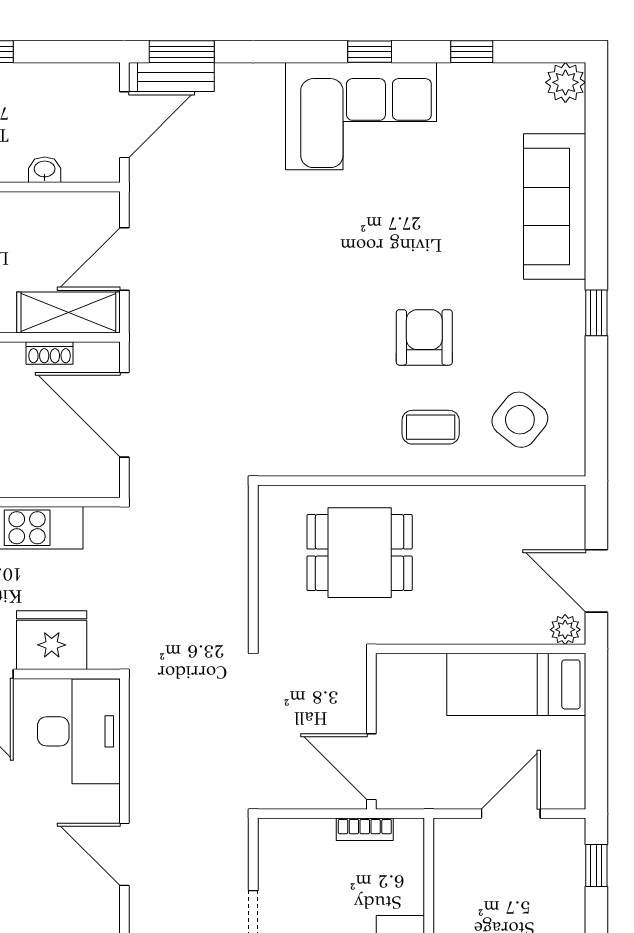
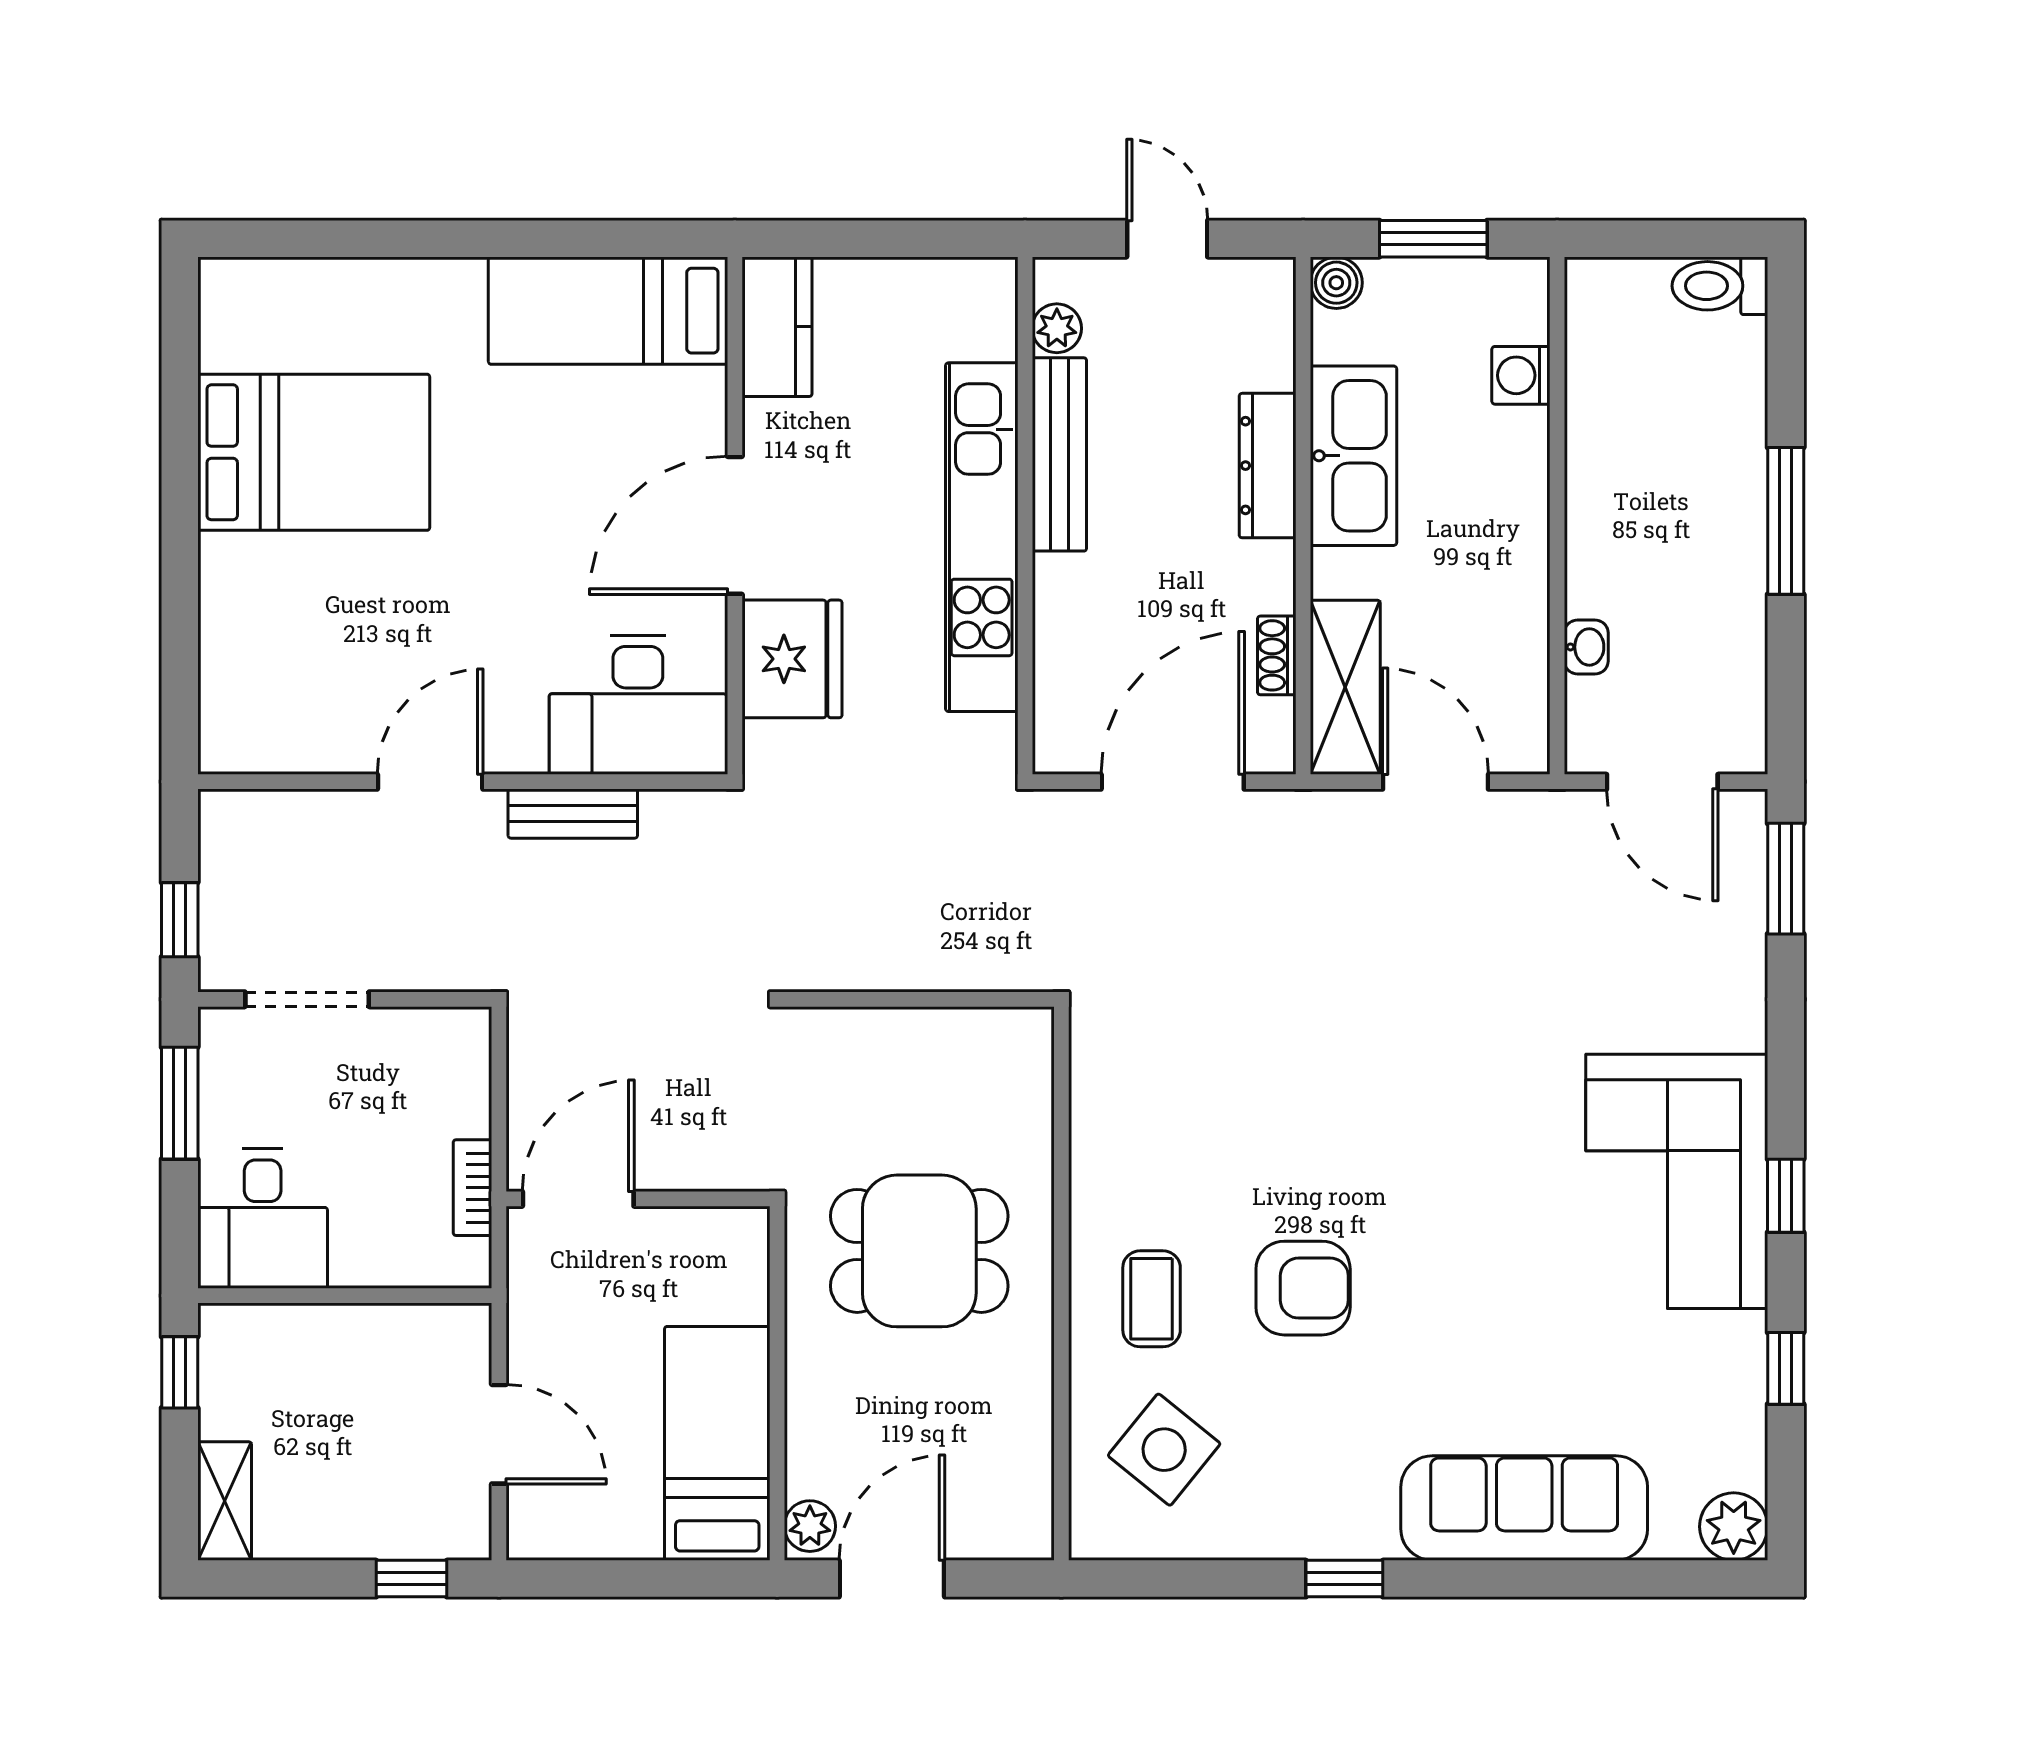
bench: (176, 77) -> (573, 814), moved, turned 90
dining table: (360, 553) -> (919, 1251), moved, turned 90

